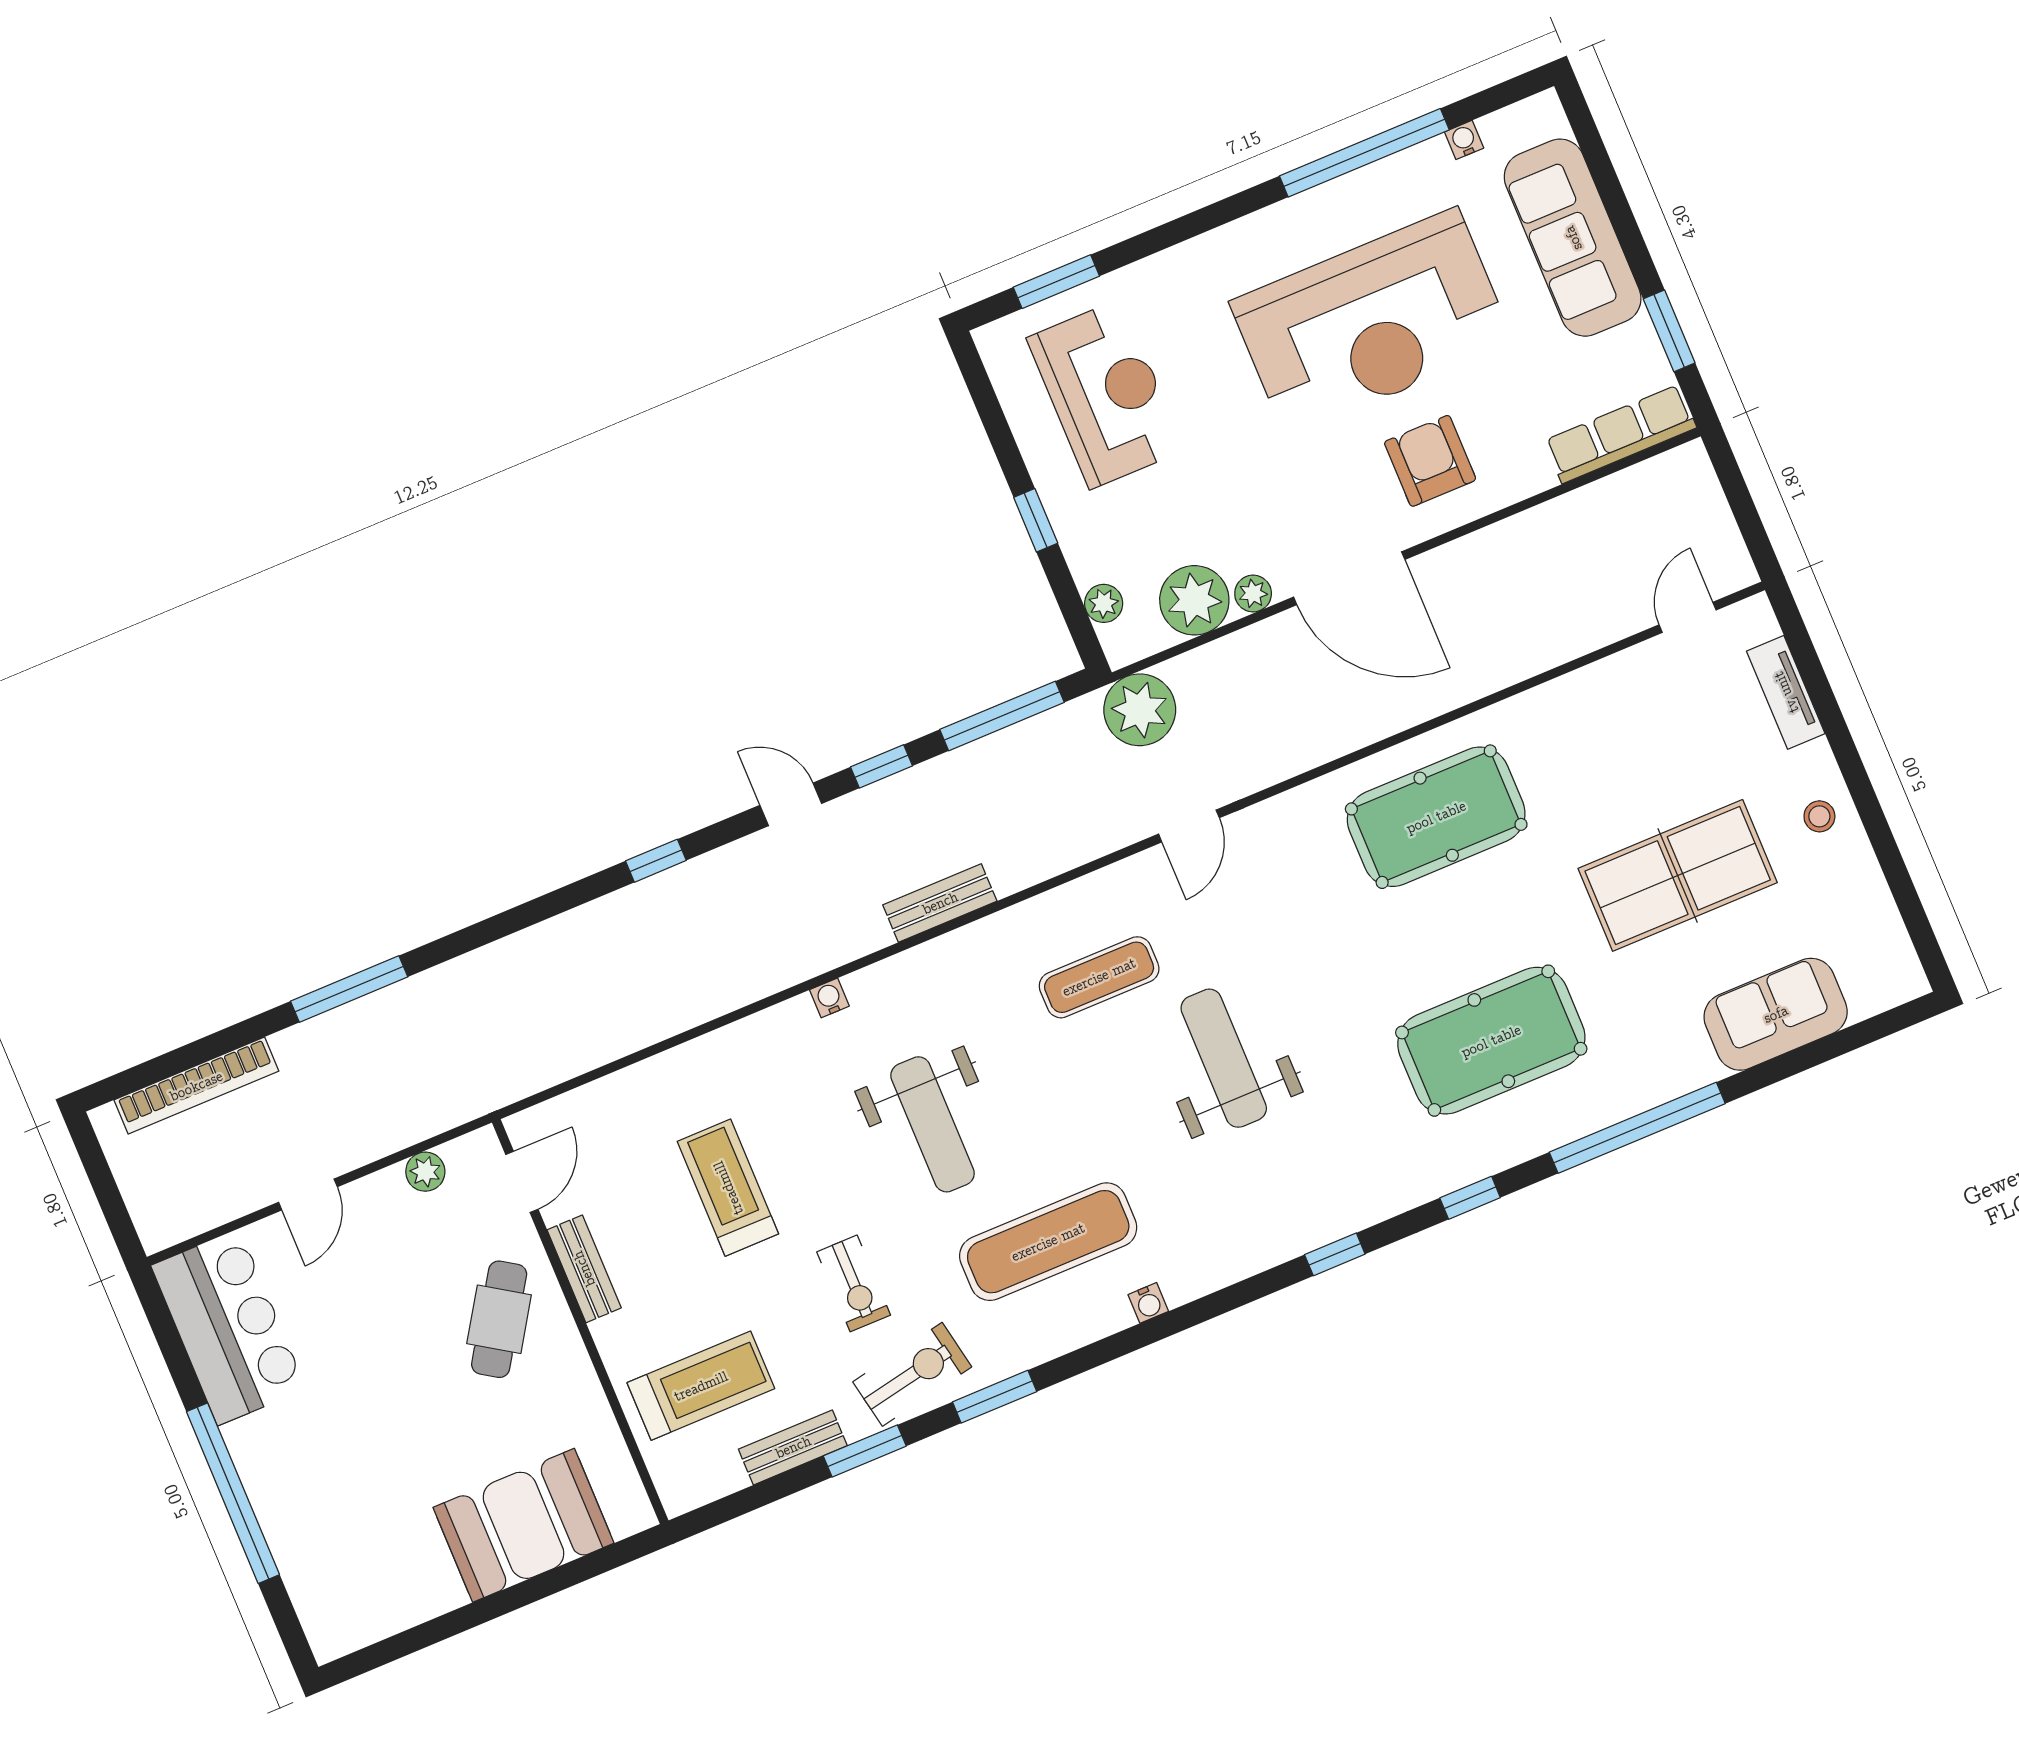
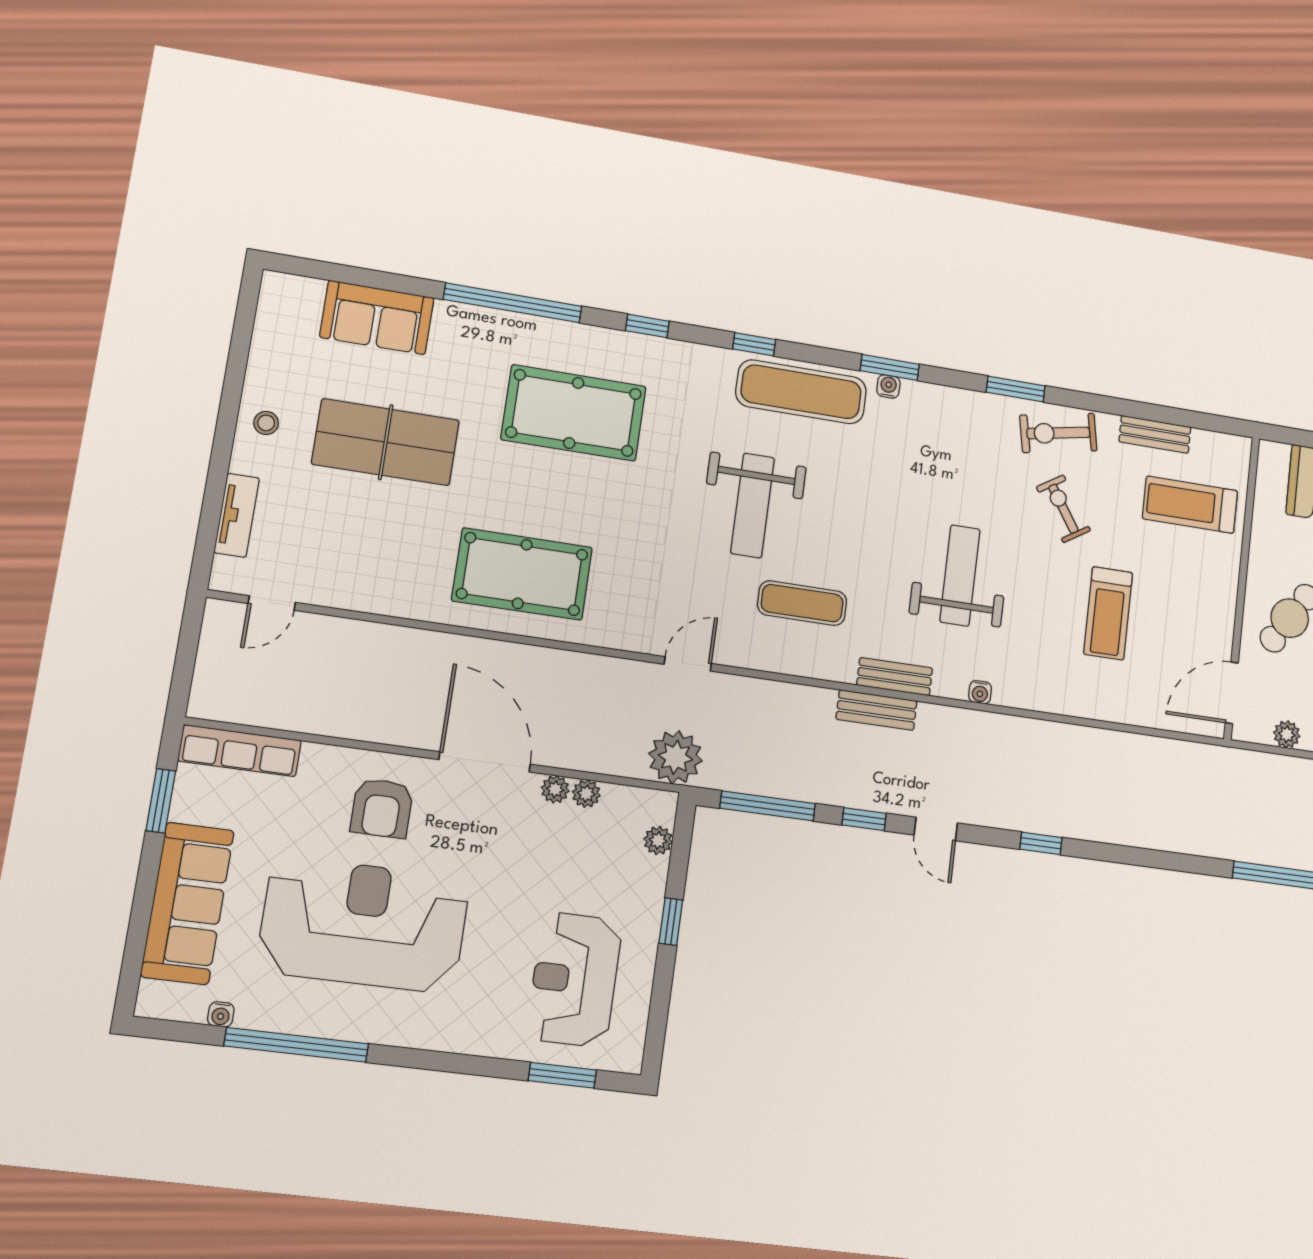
plant: (1194, 600) -> (586, 794), width x0.53, depth x0.53
door: (522, 1182) -> (1232, 693), width x1.38
exercise mat: (1048, 1242) -> (801, 392), moved
bench: (584, 1269) -> (895, 677), moved, turned 90
exercise bike: (854, 1283) -> (1063, 509), turned -33
window: (865, 1451) -> (890, 367), moved

